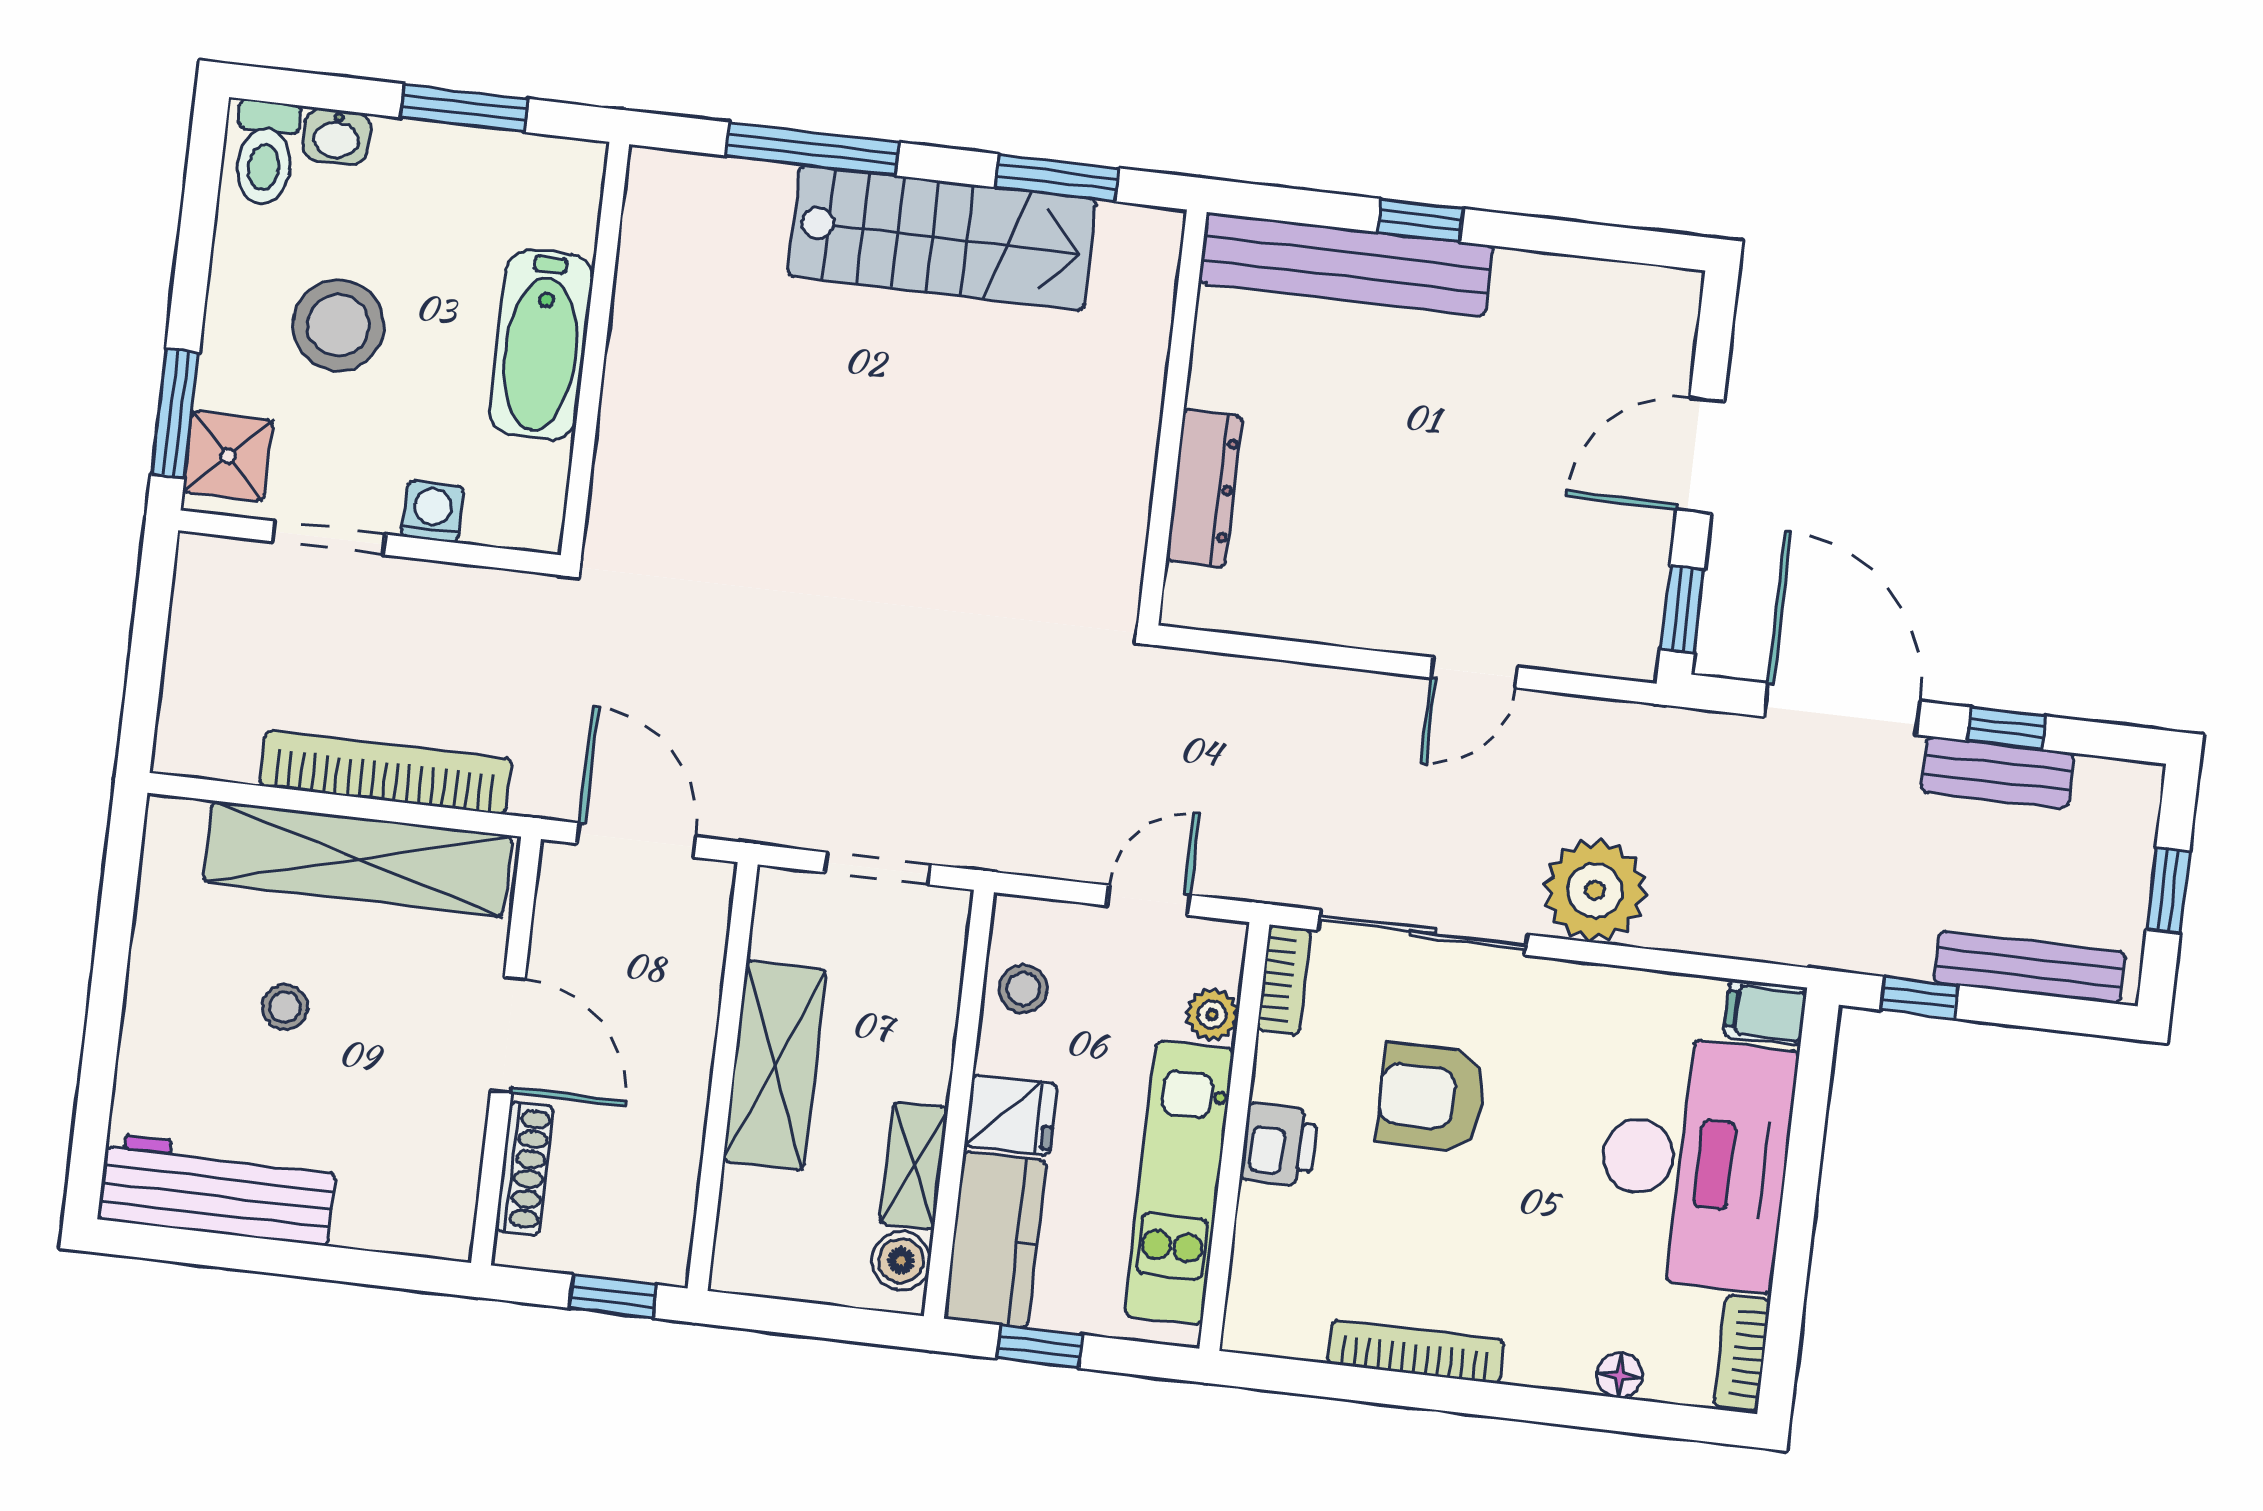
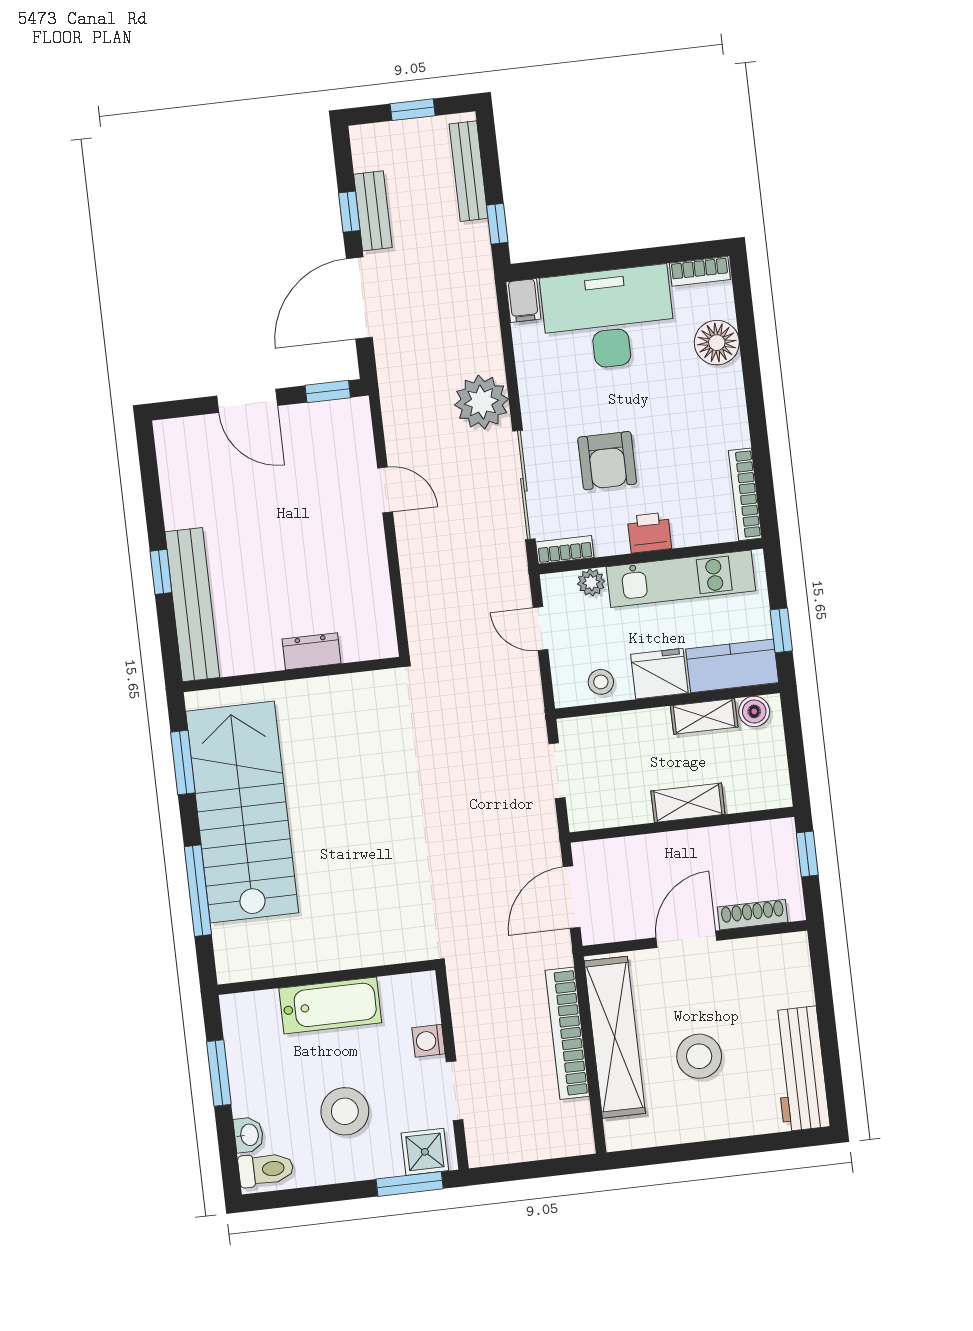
stairs: (942, 238) -> (242, 812), width x1.36, depth x1.51
dresser: (1204, 488) -> (311, 651), width x0.70
stool: (285, 1007) -> (699, 1056), width x1.89, depth x1.89
shelving: (775, 1065) -> (688, 803), width x0.67, depth x0.75
fridge: (1011, 1115) -> (659, 674), width x1.38
bookcase: (1416, 1352) -> (745, 494), moved
floor lamp: (1620, 1375) -> (717, 343), width x1.89, depth x1.89

